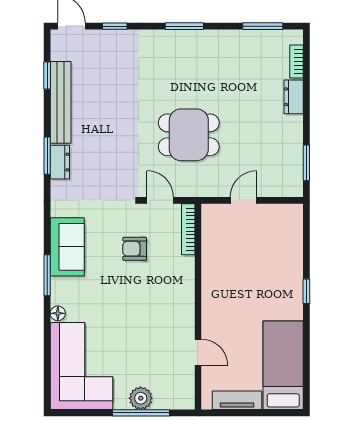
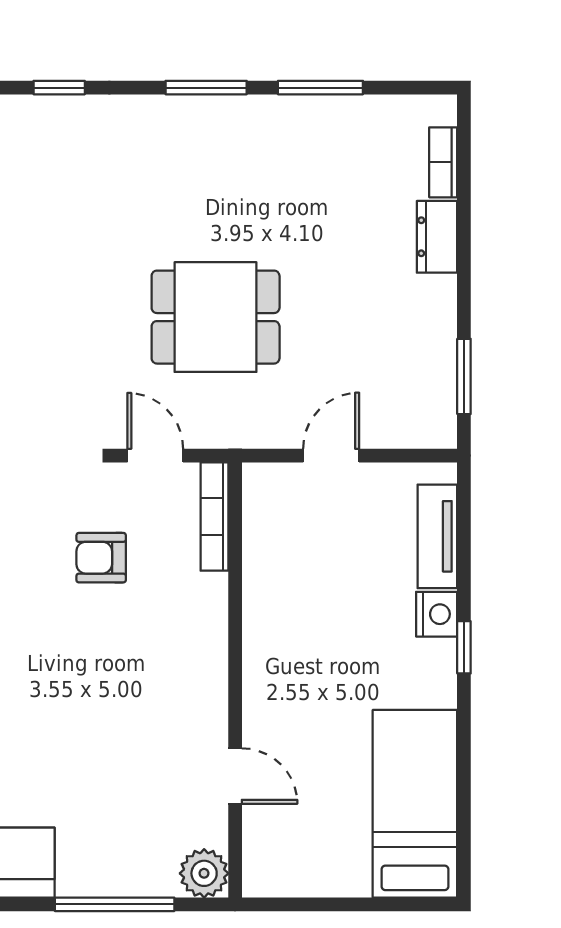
window: (263, 26) -> (320, 88), moved
nightstand: (293, 275) -> (437, 614), added
plant: (141, 398) -> (204, 873), moved
tv unit: (237, 400) -> (437, 536), moved, turned -90

